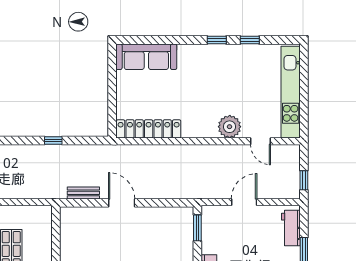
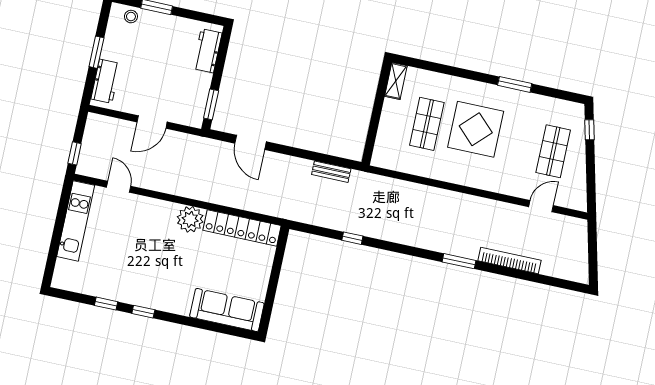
kitchen unit: (291, 92) -> (76, 221), width x0.73
plant: (230, 127) -> (190, 219), moved
window: (304, 180) -> (75, 153), moved
door: (122, 203) -> (251, 142), moved

